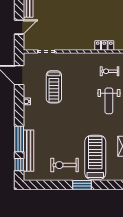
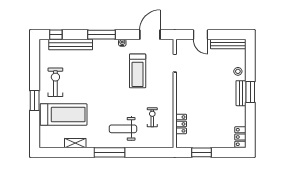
exercise bike: (110, 71) -> (152, 117), moved
treadmill: (54, 87) -> (138, 71), turned -90
window: (19, 139) -> (101, 35), moved

